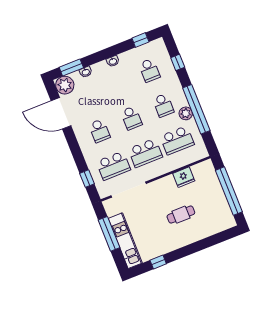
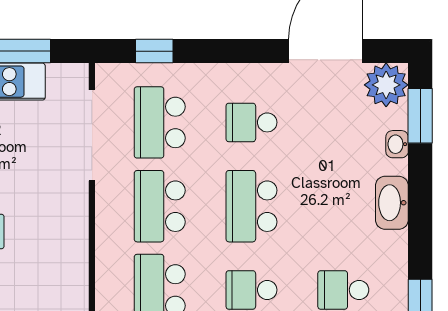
washbasin: (113, 61) -> (392, 203), width x1.91, depth x1.45
school desk: (131, 118) -> (251, 206), width x1.85
fridge: (184, 177) -> (70, 272), removed

